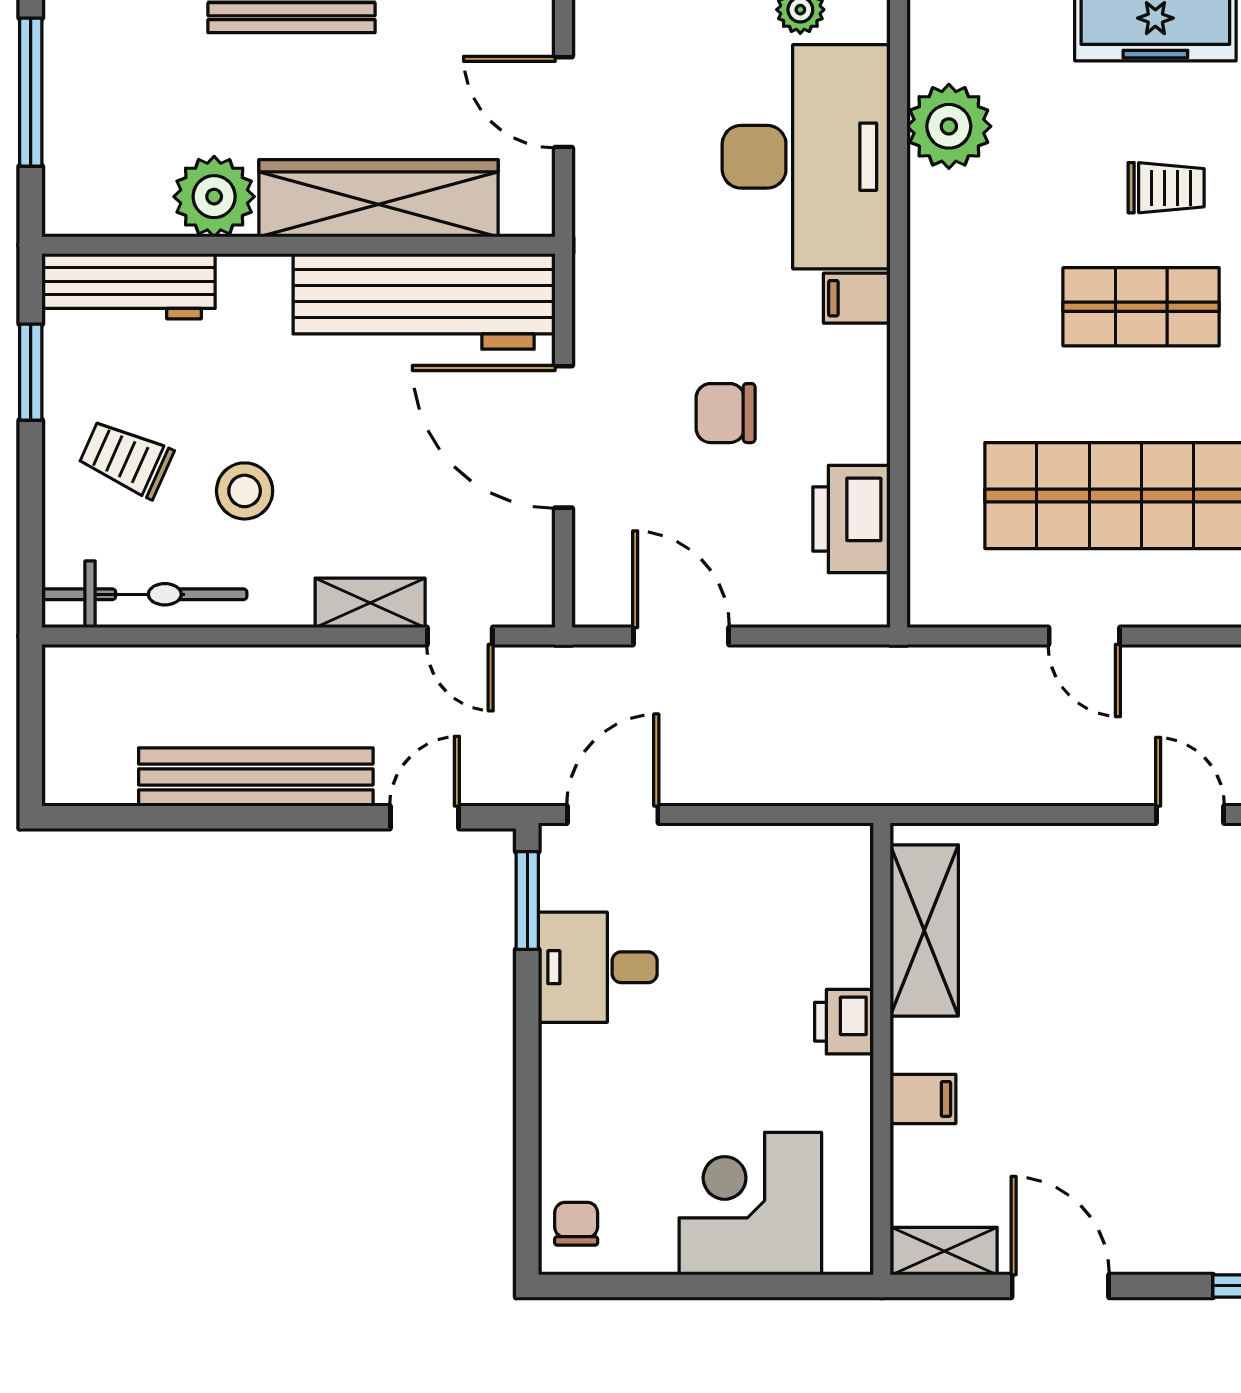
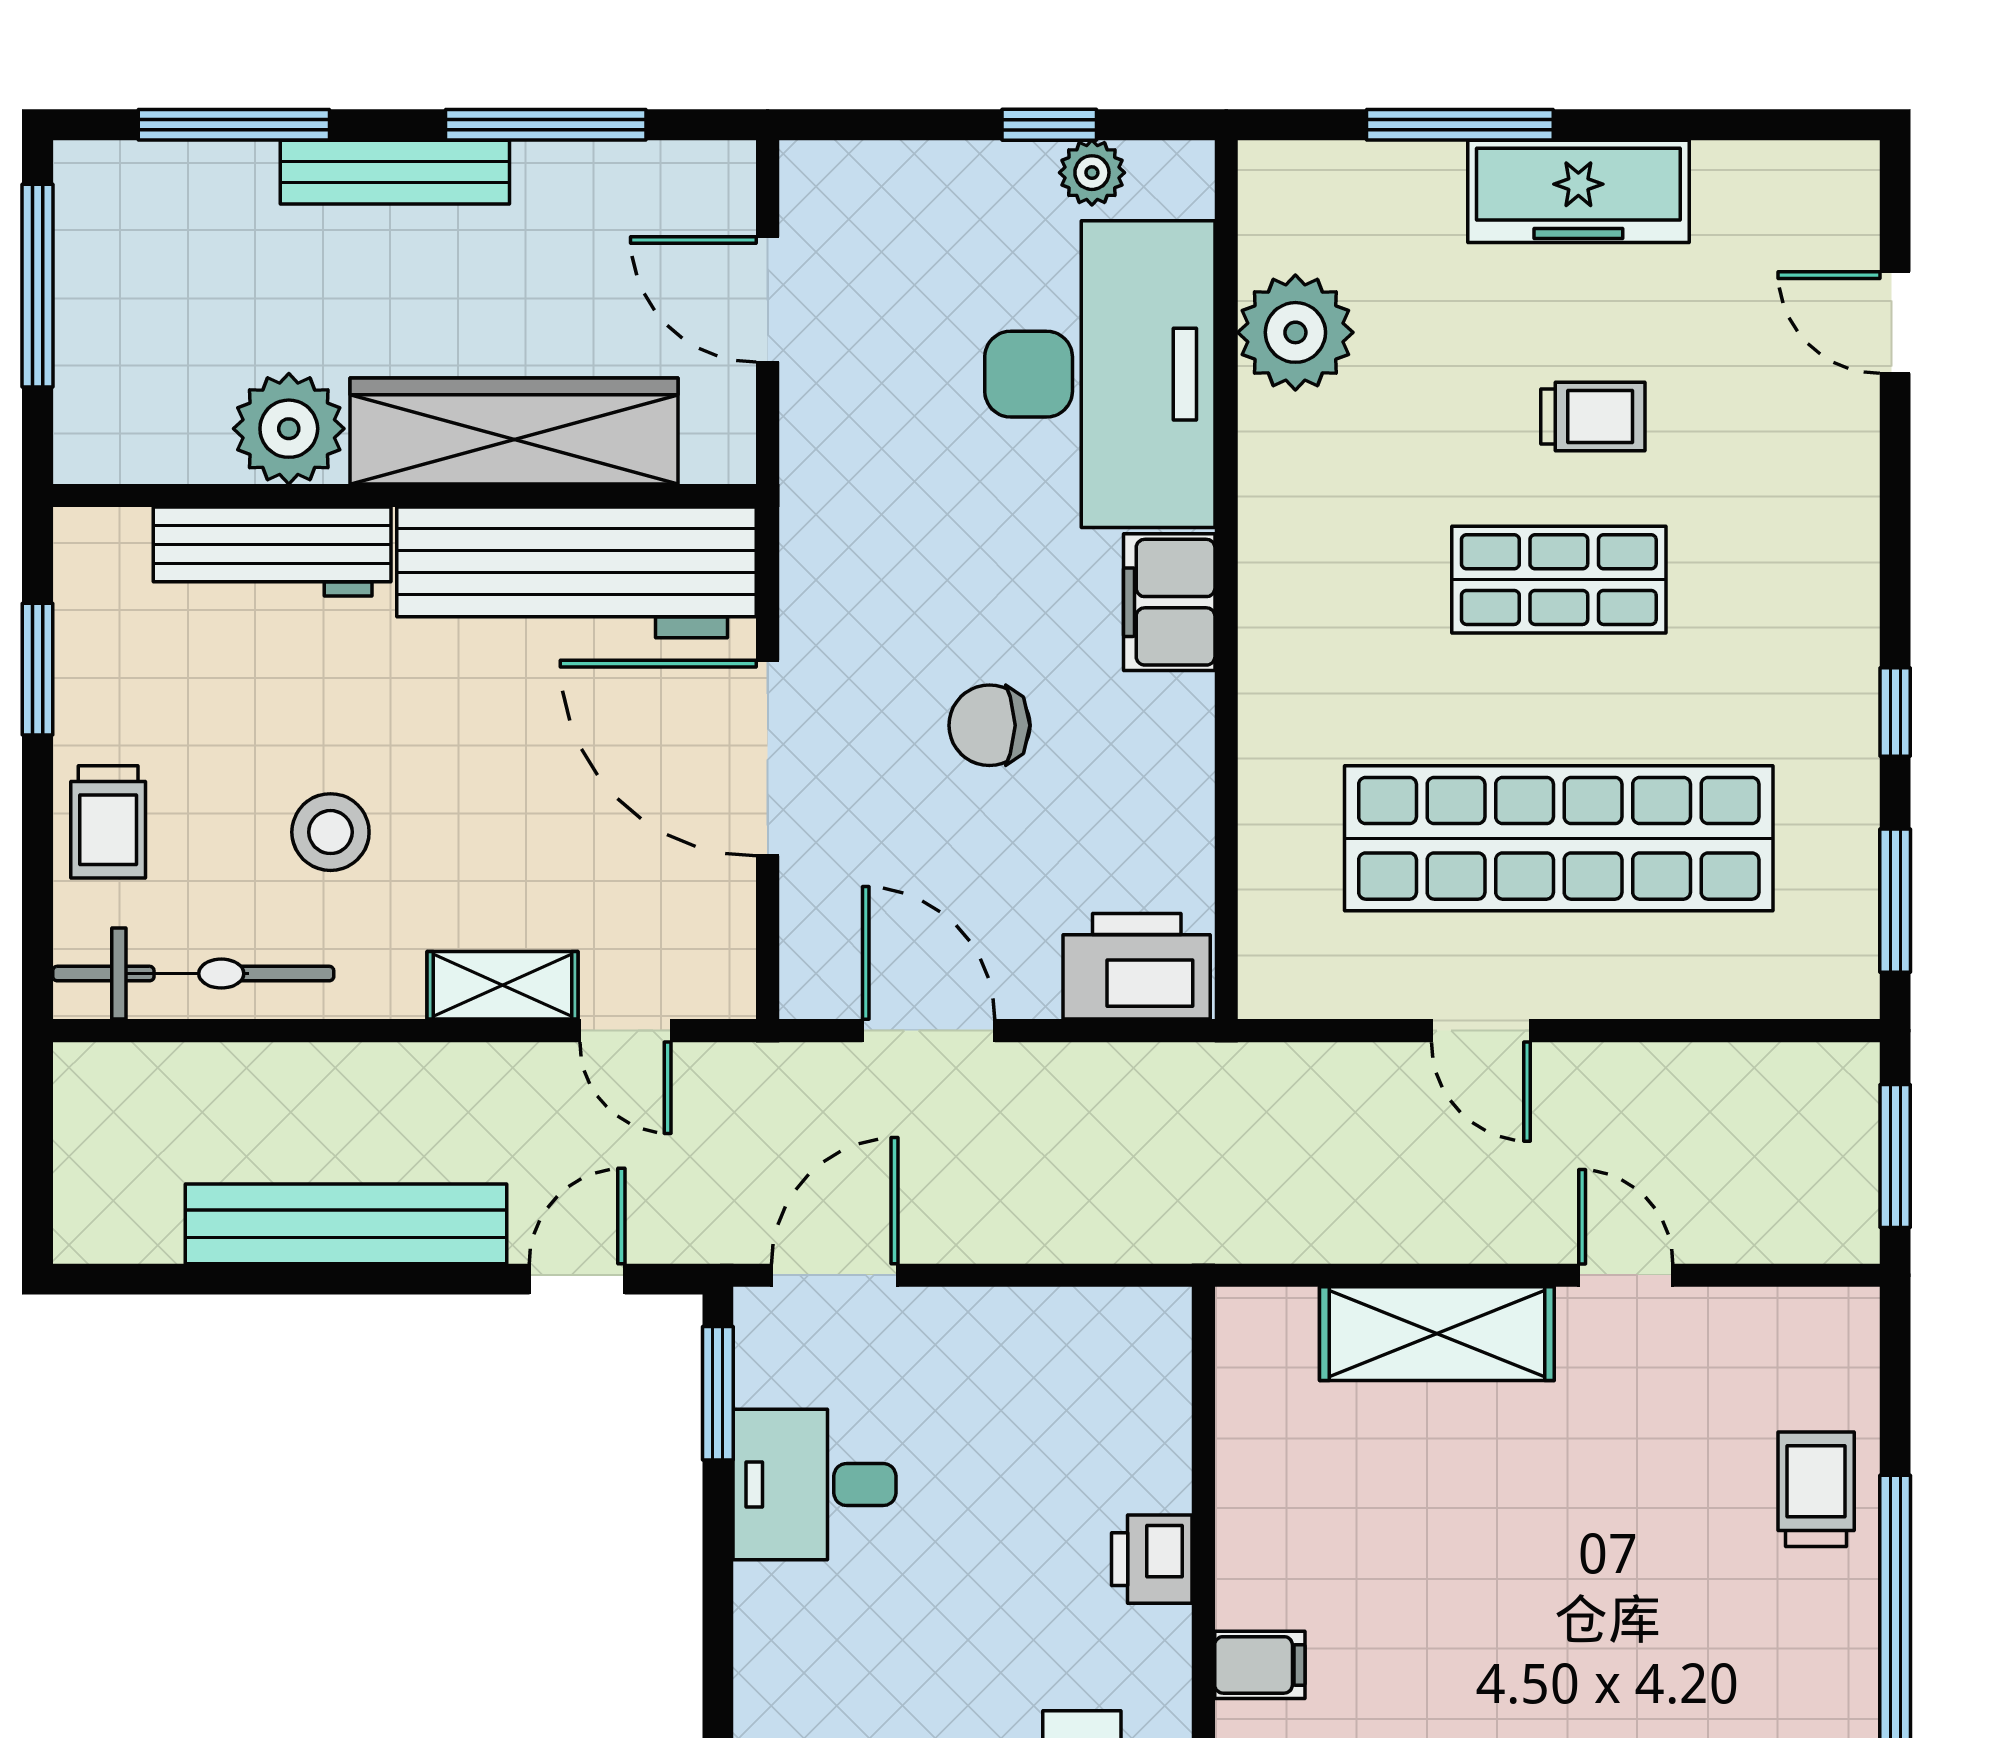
workbench: (129, 286) -> (272, 552), moved
filing cabinet: (857, 298) -> (1169, 602), width x2.00
trolley: (126, 459) -> (108, 822), moved, turned -114
printer: (851, 519) -> (1137, 966), moved, turned 90
shelving: (924, 930) -> (1437, 1334), moved, turned 90

